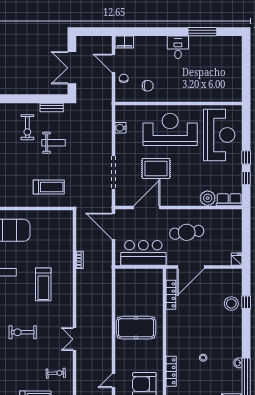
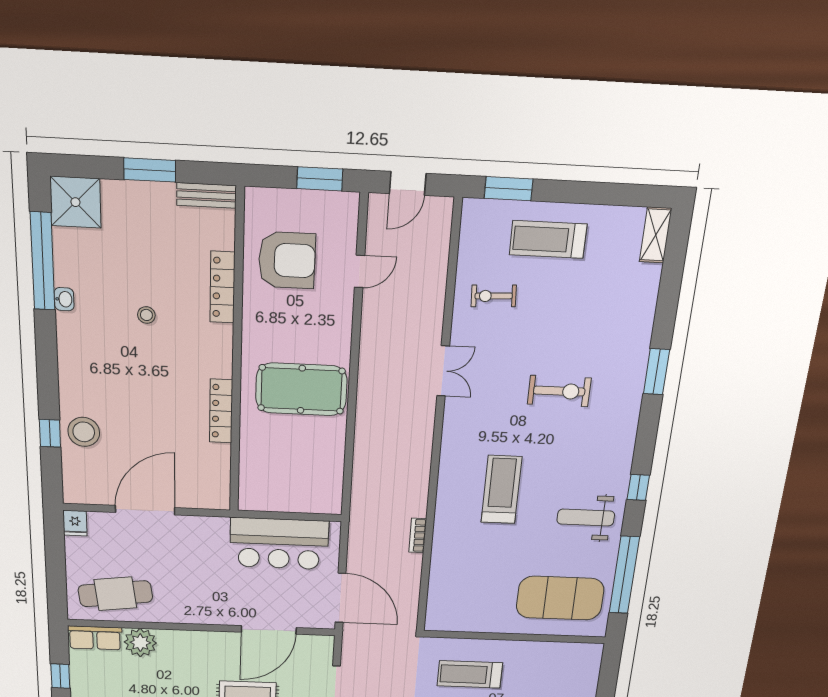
cafe table: (187, 232) -> (115, 594), moved
door: (191, 267) -> (145, 510), moved
locker: (171, 295) -> (221, 411), moved

